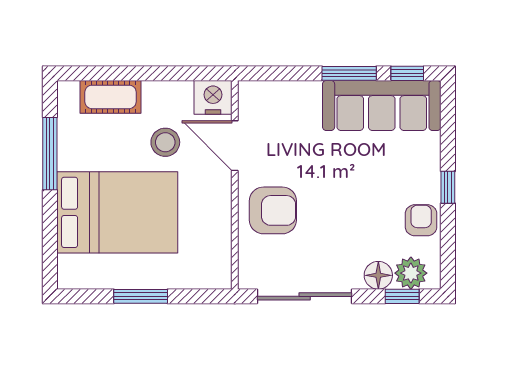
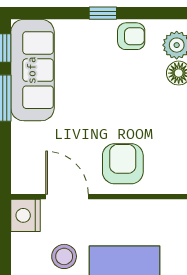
door: (235, 146) -> (67, 197), swing flipped
armchair: (421, 220) -> (131, 36), turned 180

